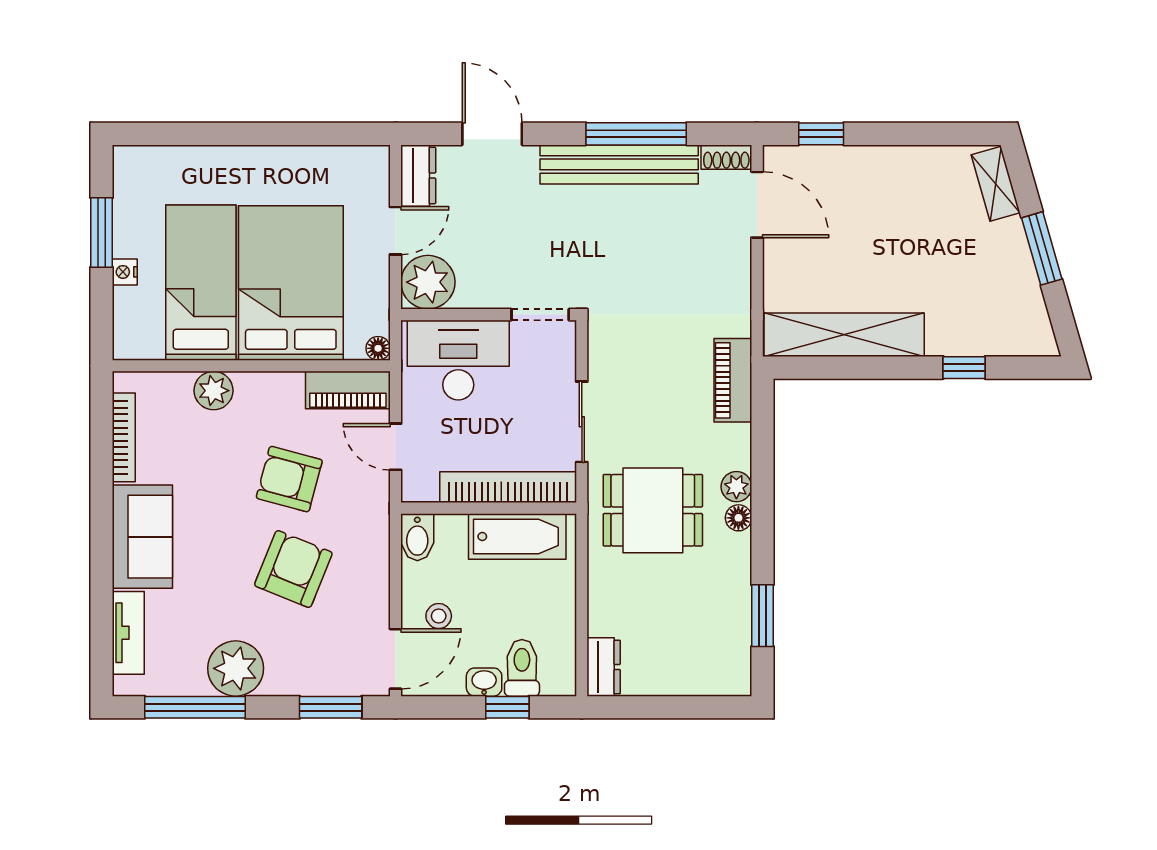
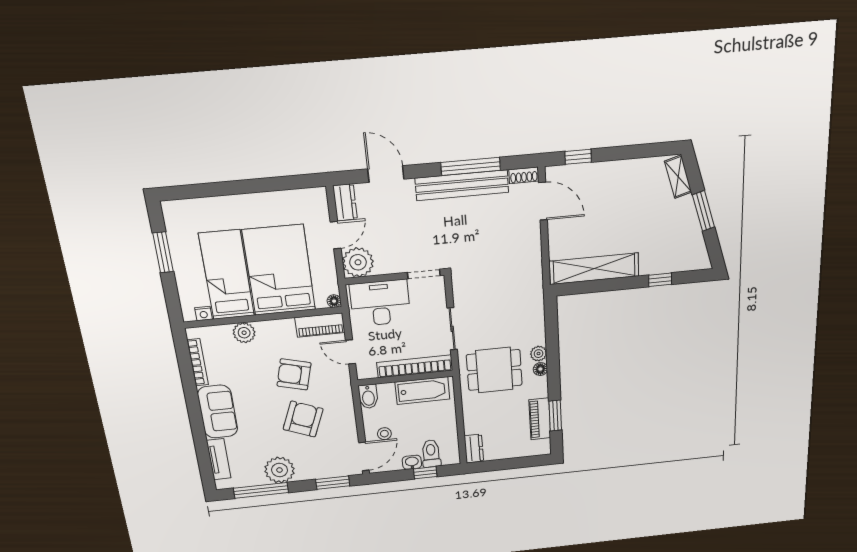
nightstand: (125, 272) -> (204, 313), moved, turned -90
piano: (733, 380) -> (540, 419), moved

